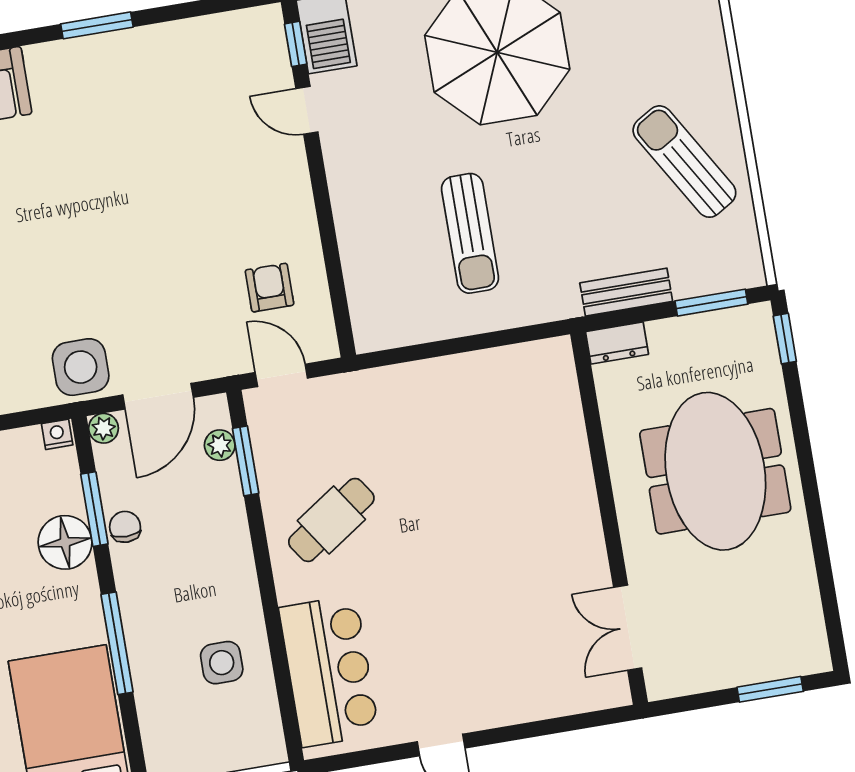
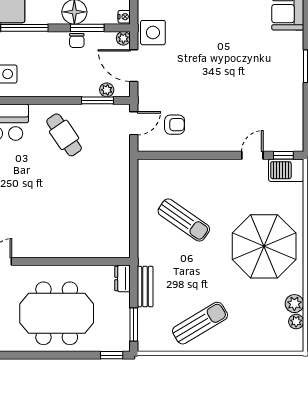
sun lounger: (470, 233) -> (184, 220), turned -145
chair: (125, 527) -> (77, 40), turned 90

